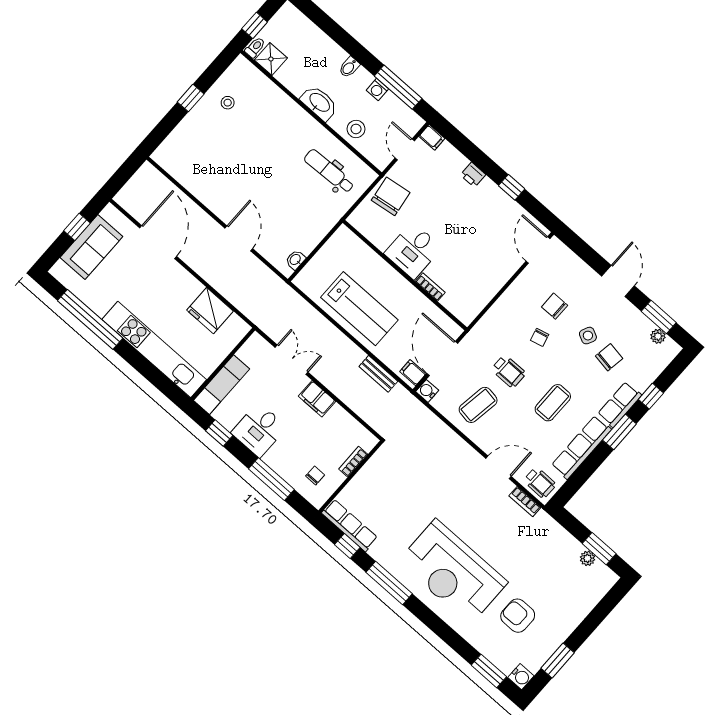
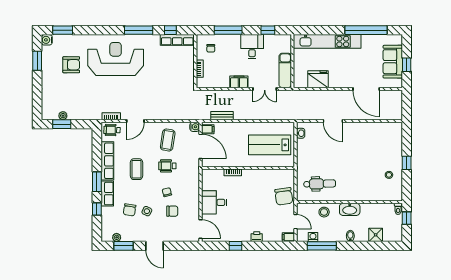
shower: (271, 59) -> (376, 235), moved
washing machine: (377, 90) -> (313, 237), moved
desk: (413, 251) -> (214, 202), moved, turned -90
lab bench: (359, 309) -> (270, 145), moved
exam couch: (222, 385) -> (285, 70), moved

